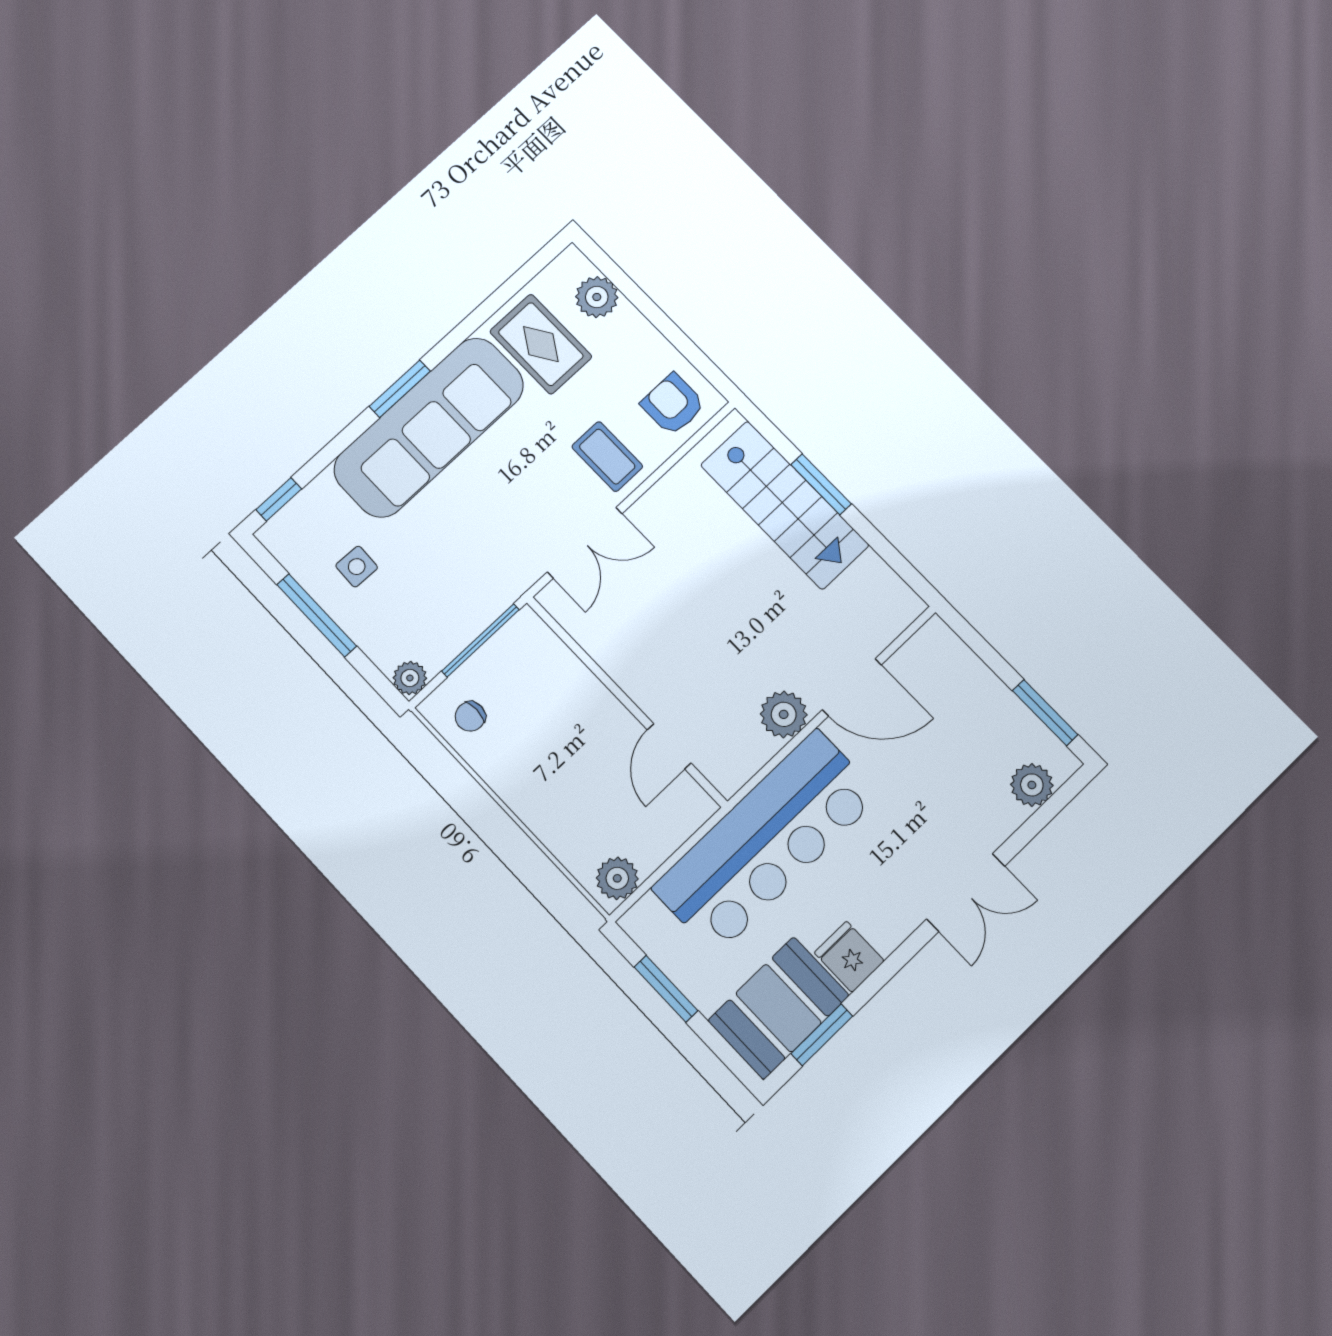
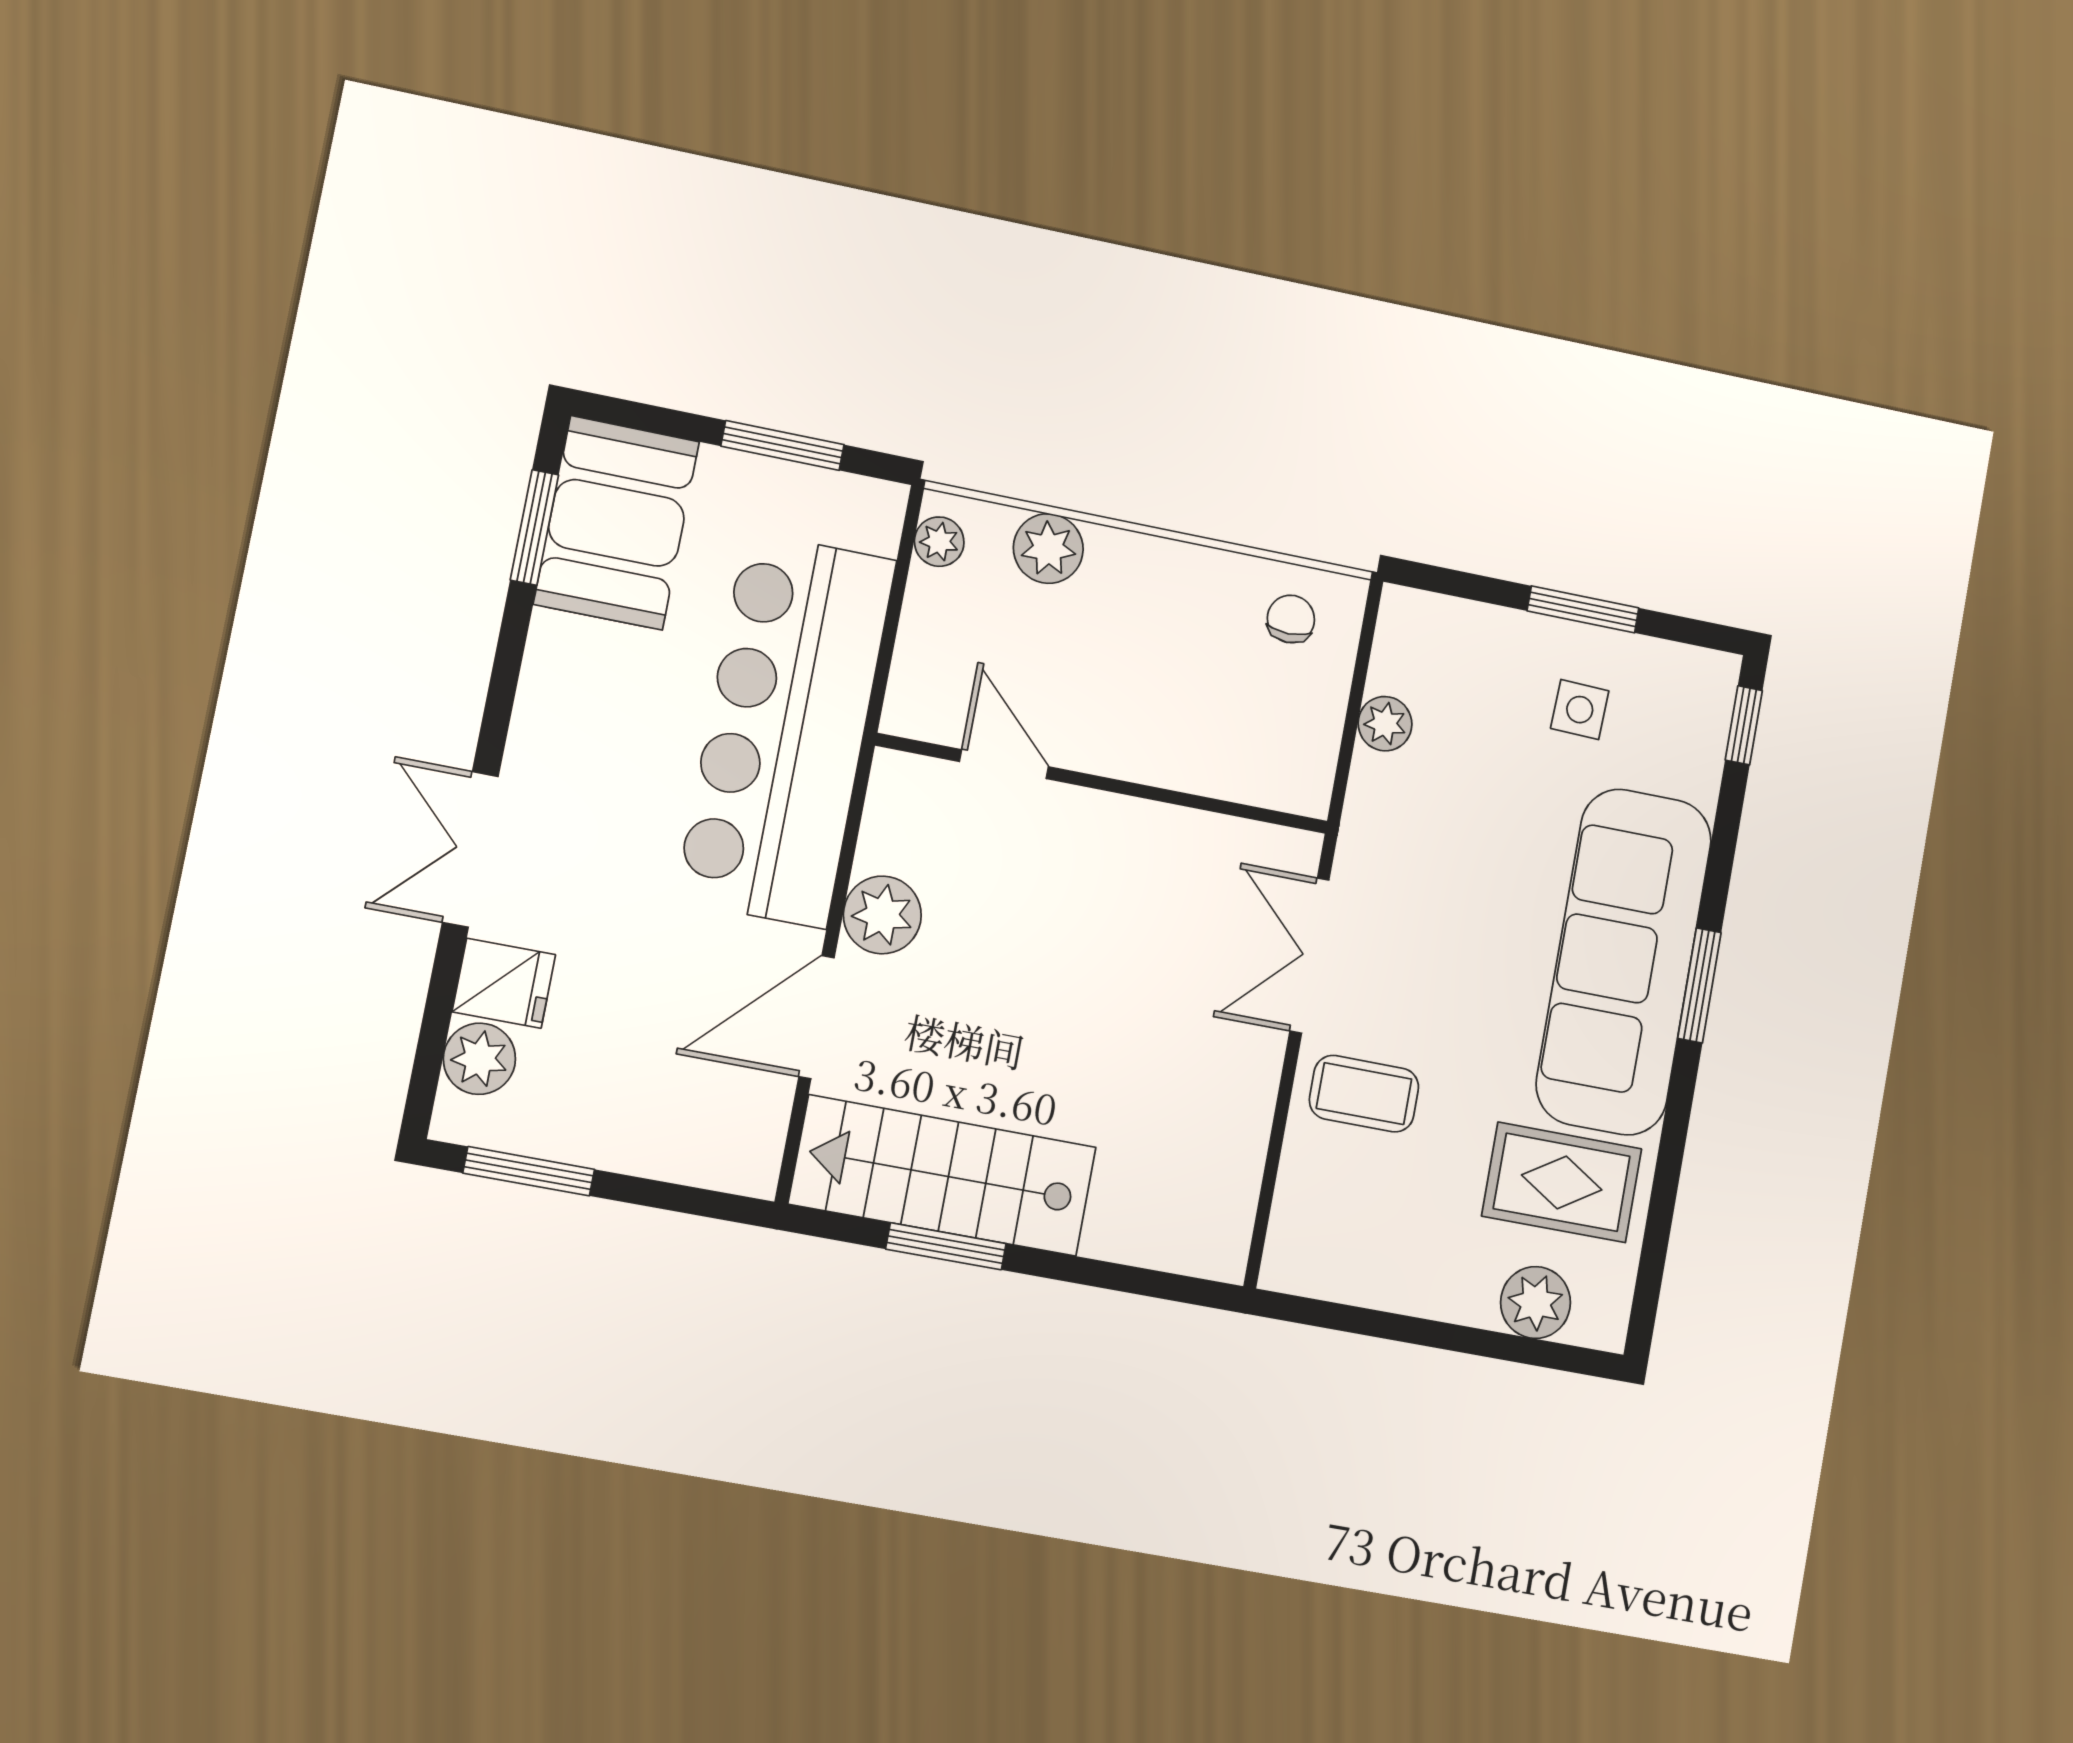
armchair: (673, 404) -> (1329, 1229), removed
window: (821, 484) -> (946, 1246), moved
stairs: (785, 505) -> (943, 1176), moved
window: (317, 615) -> (1583, 609), width x0.69
window: (480, 640) -> (1350, 728), removed
plant: (410, 678) -> (1385, 724), moved
plant: (568, 840) -> (1048, 548), added
plant: (617, 878) -> (939, 542), width x0.73, depth x0.73
fridge: (849, 957) -> (504, 983), moved

